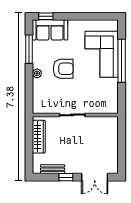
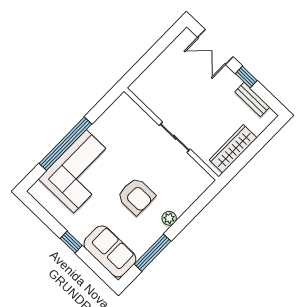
window: (46, 16) -> (71, 242), moved
armchair: (63, 69) -> (136, 196), turned 180
double door: (95, 177) -> (215, 47), swing flipped

